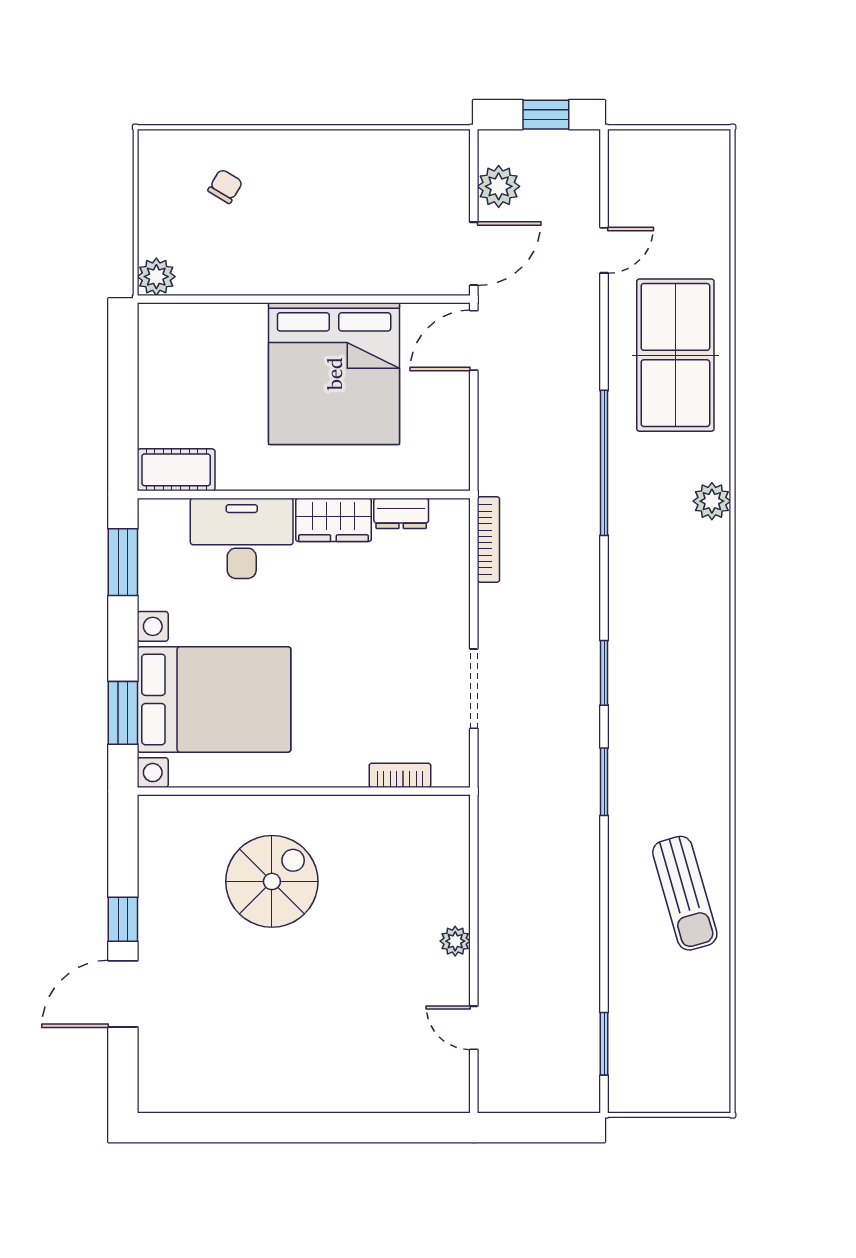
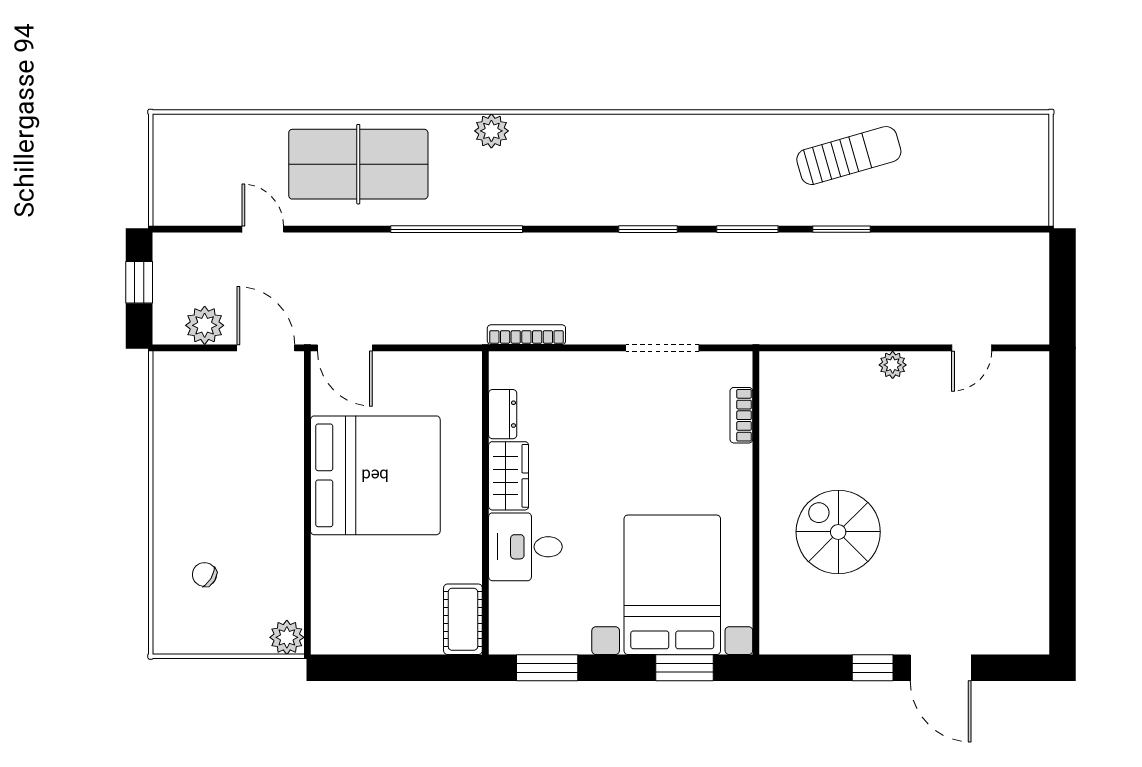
desk: (242, 538) -> (525, 547), width x0.73
window: (604, 1044) -> (842, 229), moved

